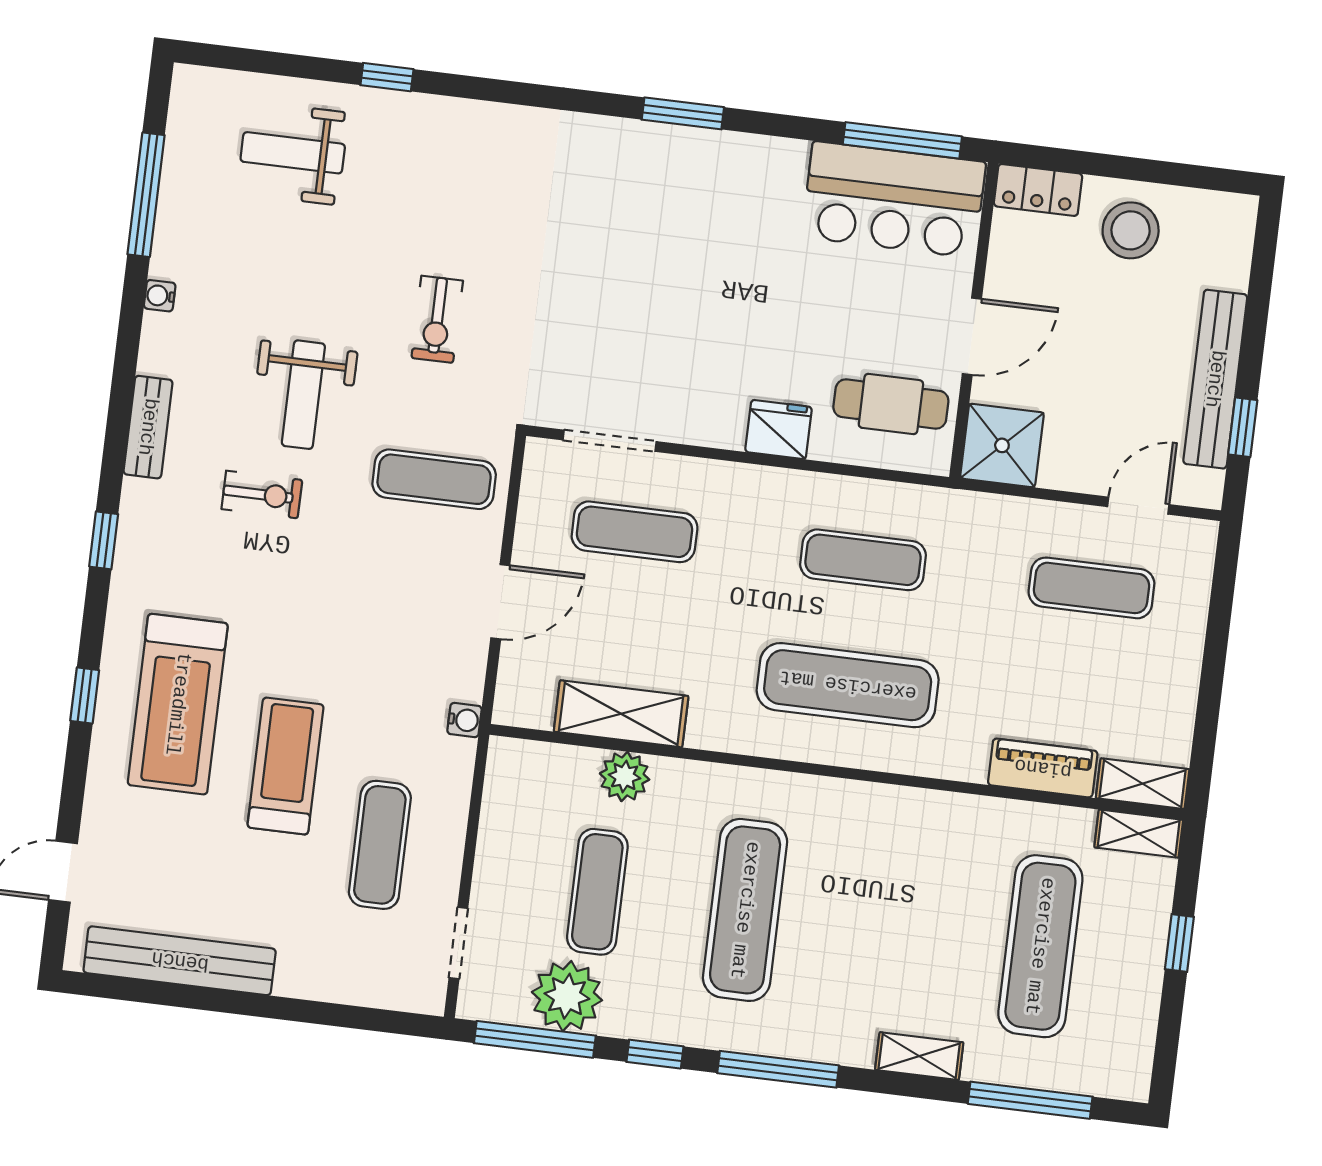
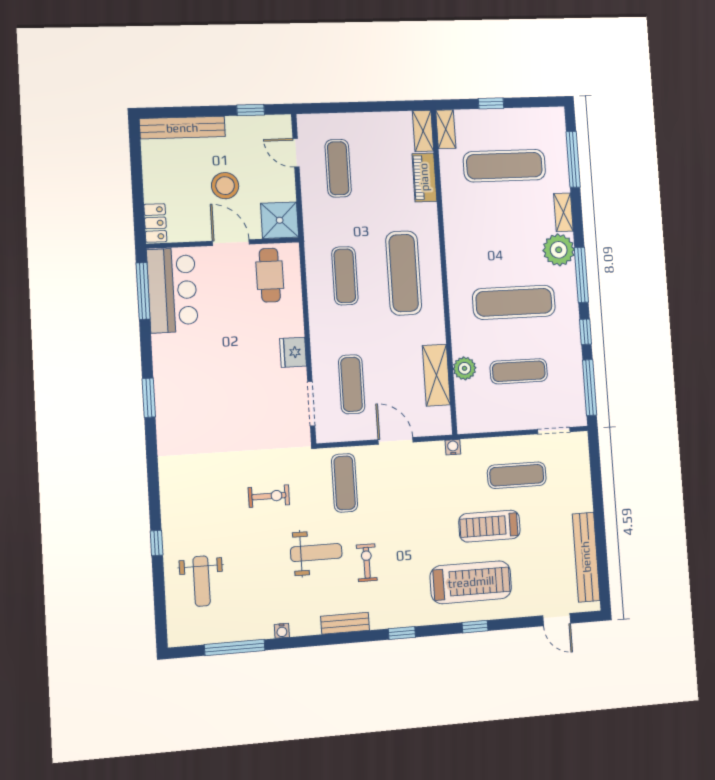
stool: (1131, 230) -> (225, 186), moved
bench: (1215, 379) -> (182, 128), moved
fridge: (779, 429) -> (293, 352), moved
plant: (567, 996) -> (559, 250), moved

